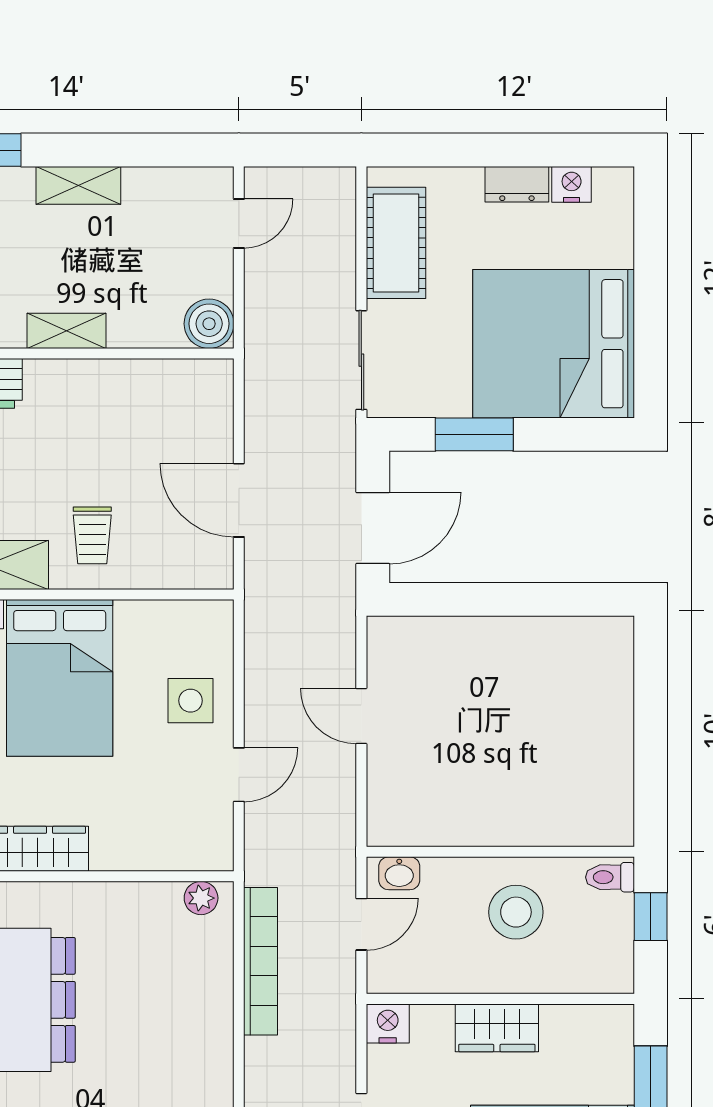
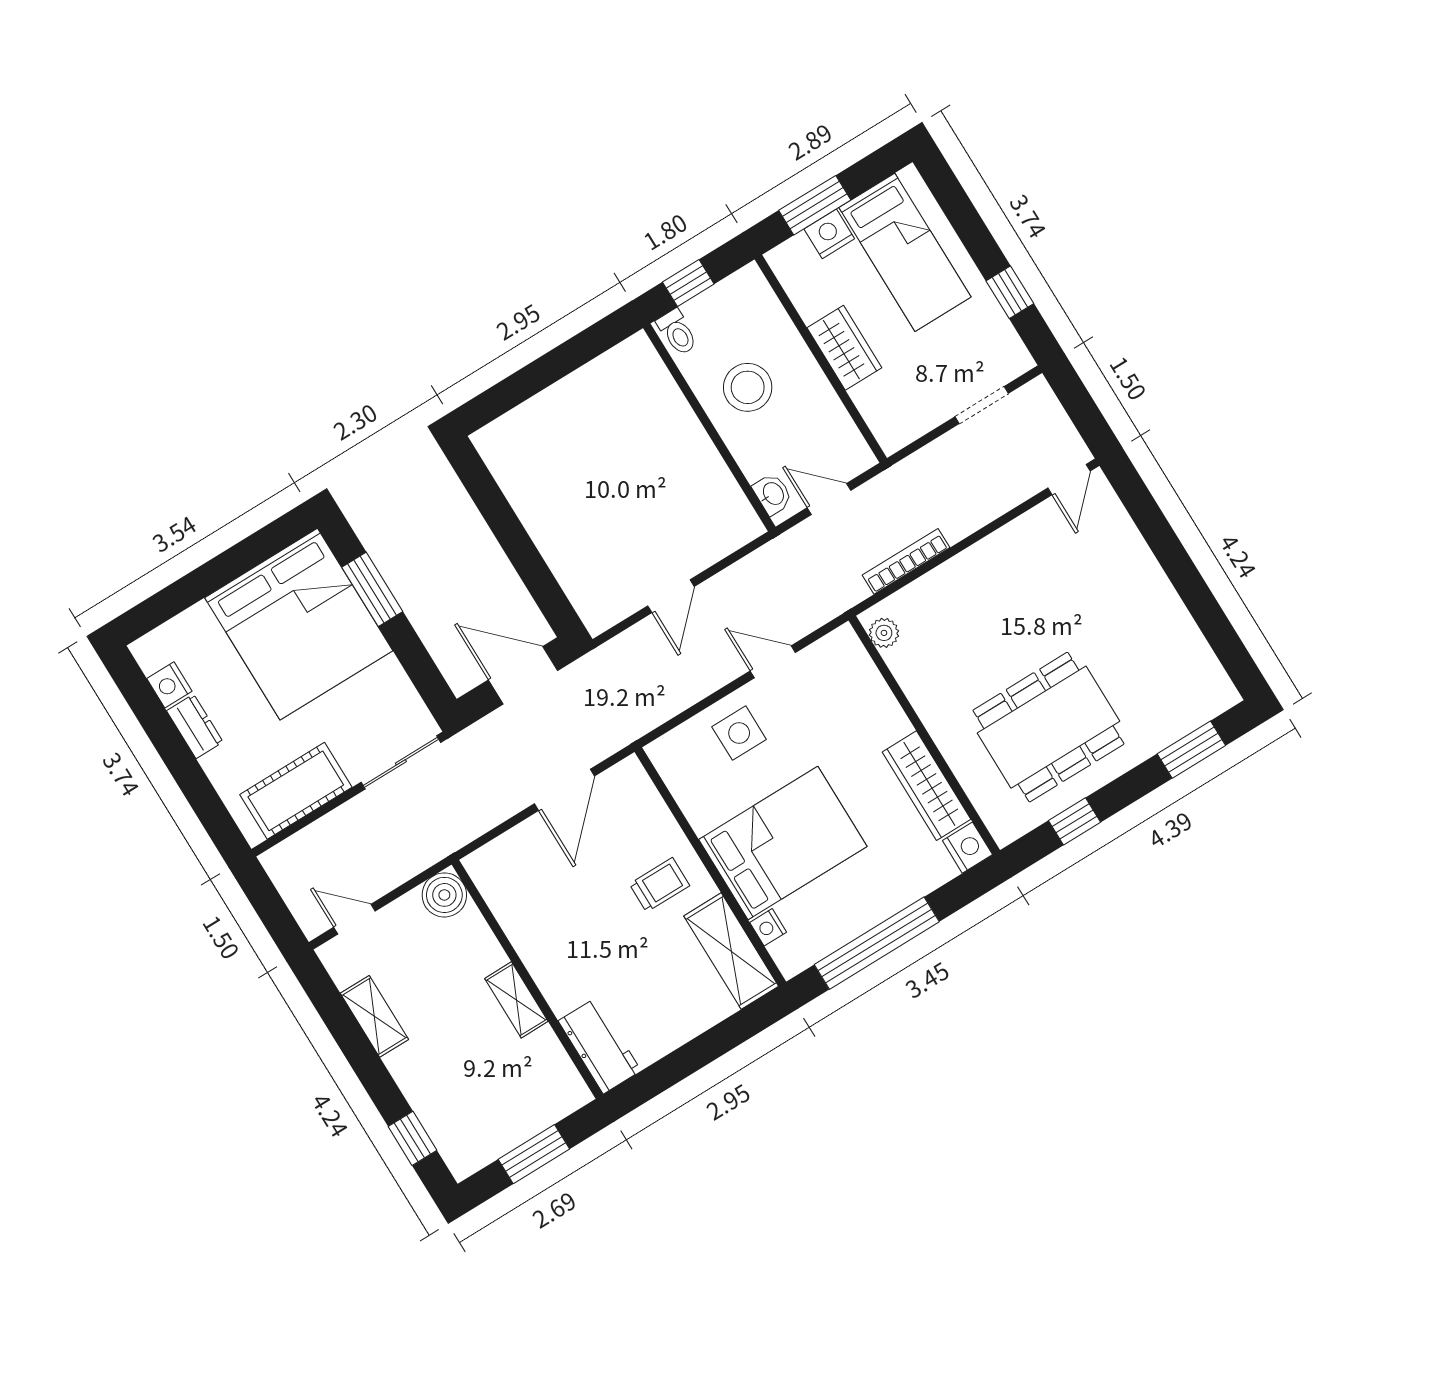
shelving: (78, 185) -> (374, 1016), moved
window: (474, 434) -> (372, 589), moved
bookcase: (261, 961) -> (906, 561), width x0.68, depth x0.76
nightstand: (388, 1023) -> (829, 234), moved, turned 90

